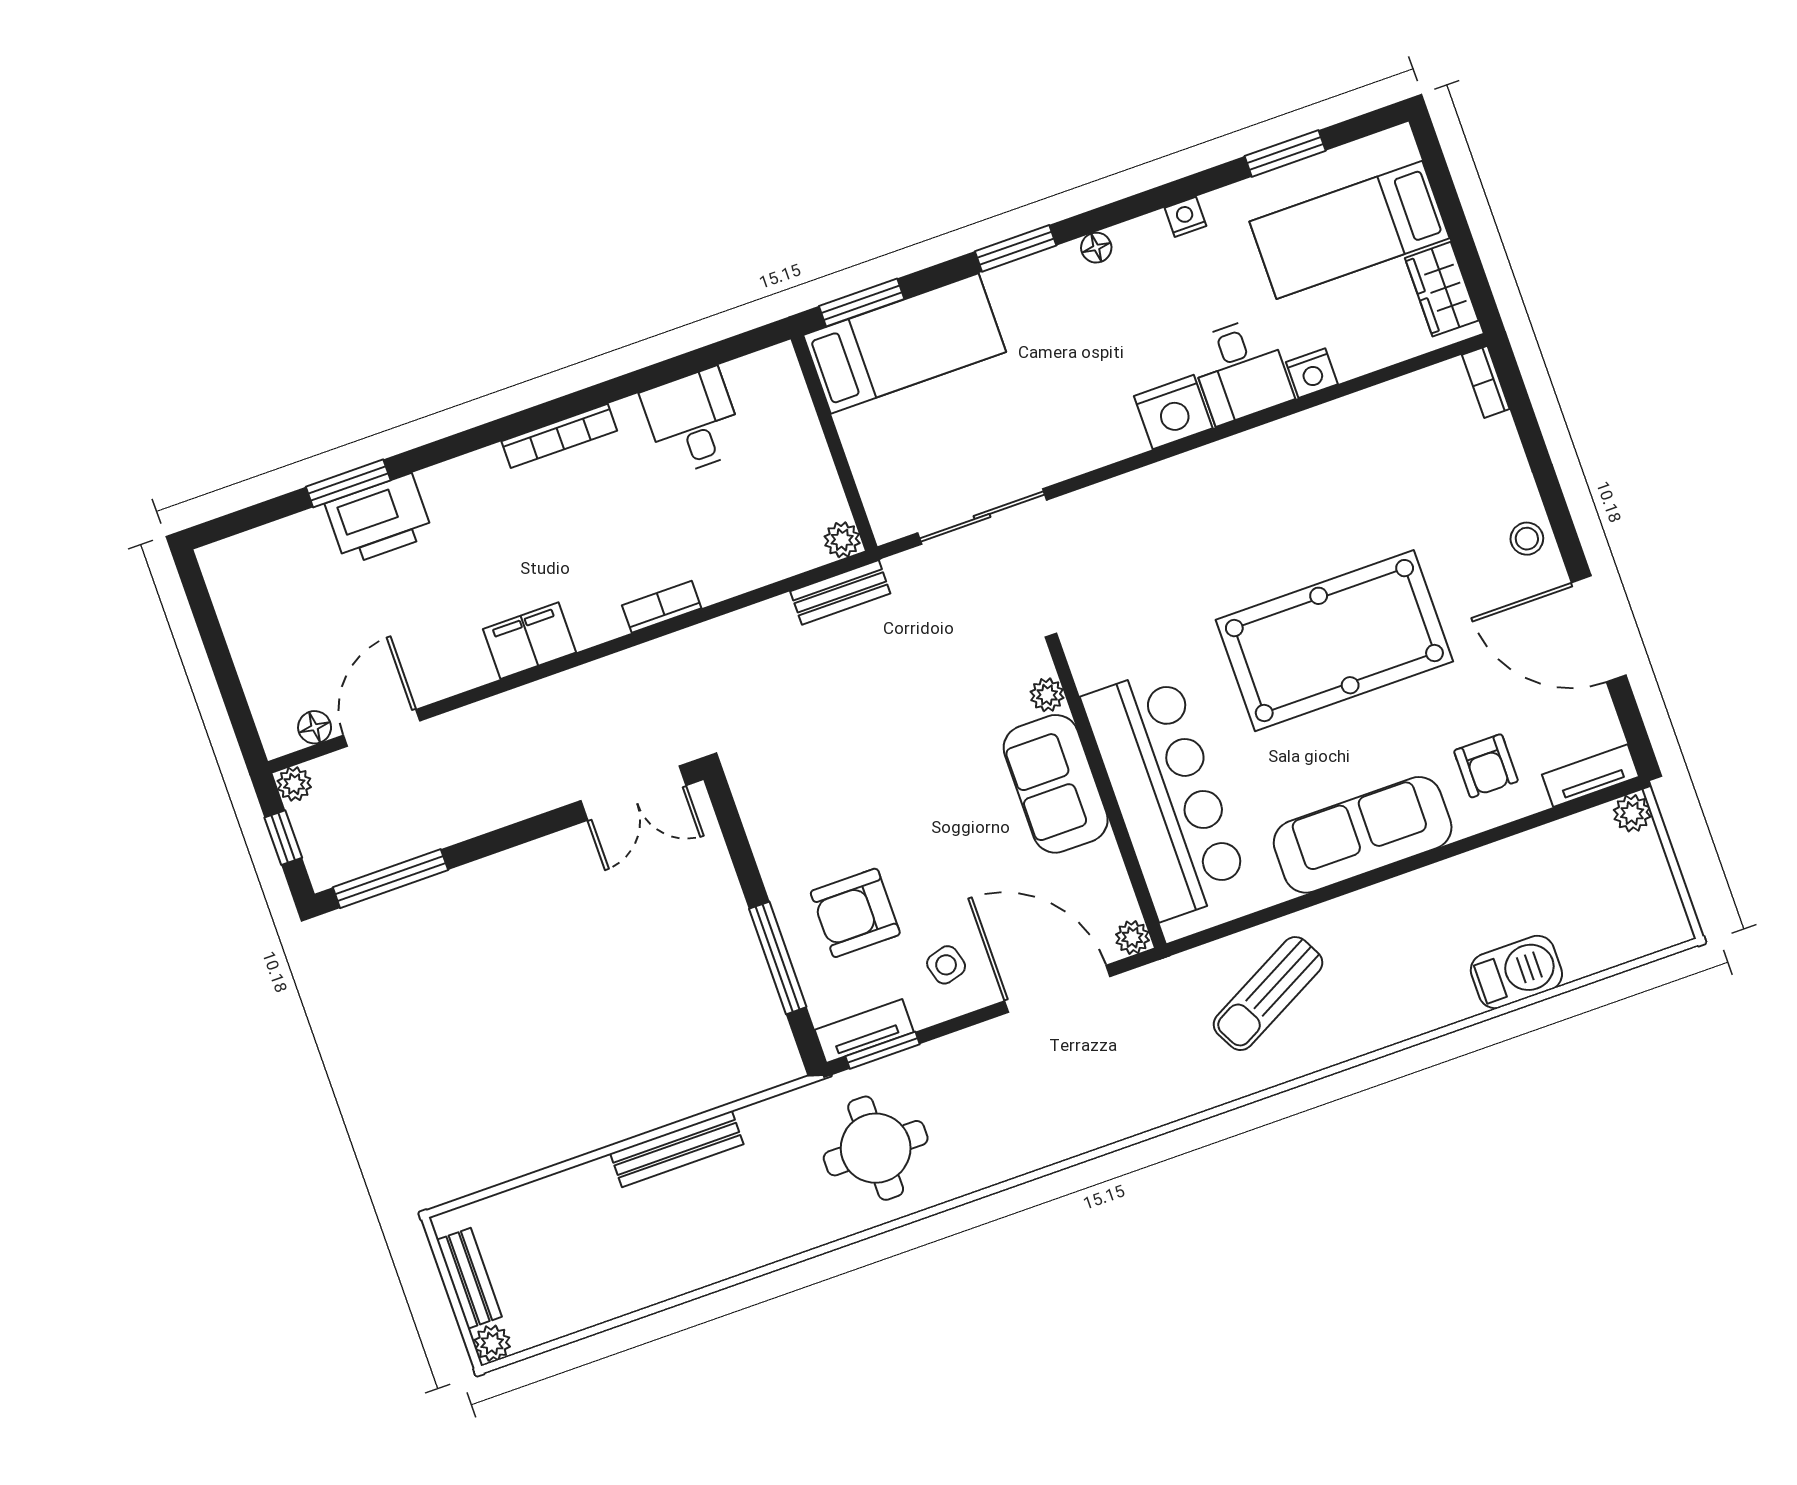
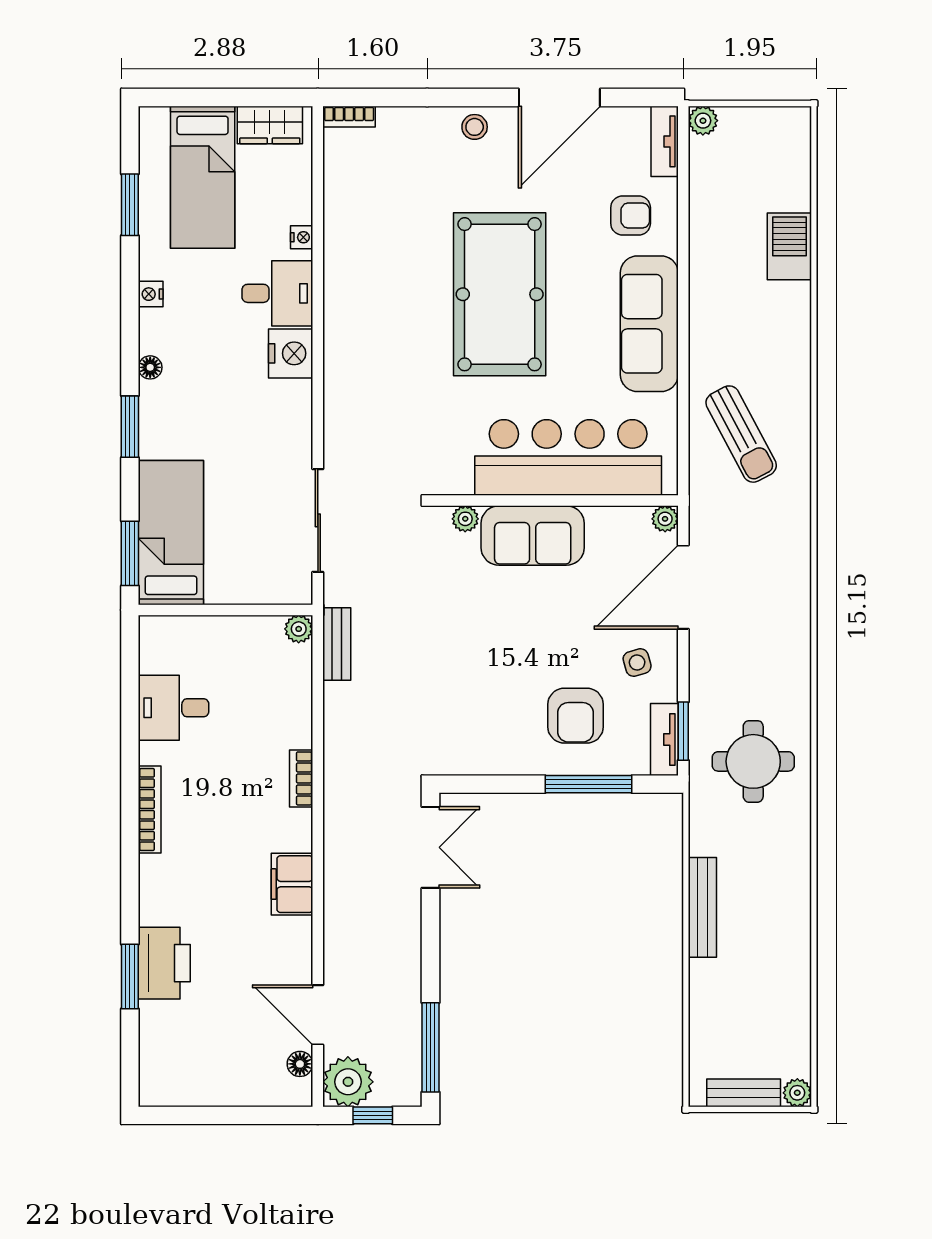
nightstand: (1312, 373) -> (302, 237), width x0.72, depth x0.74
plant: (294, 784) -> (348, 1082), width x1.88, depth x1.88

